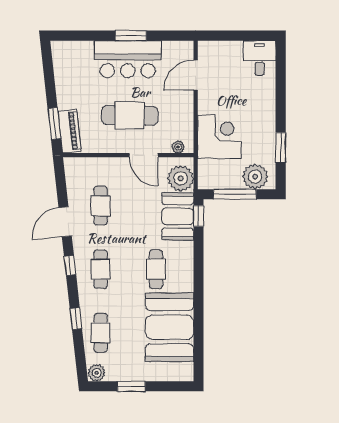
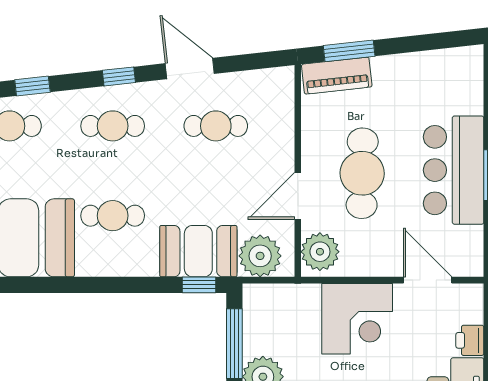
printer: (233, 49) -> (470, 340), added
corner desk: (219, 137) -> (357, 319), moved
plant: (178, 147) -> (320, 252), width x1.88, depth x1.88

